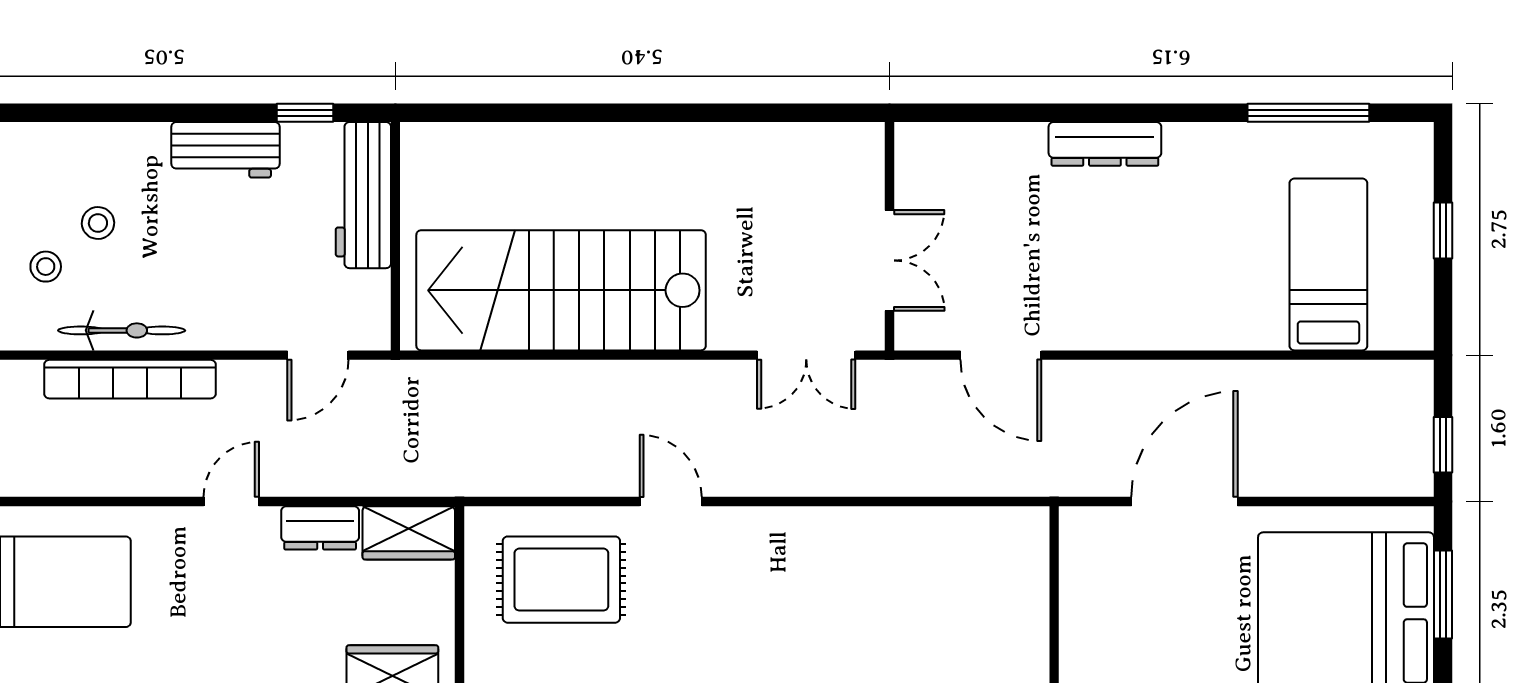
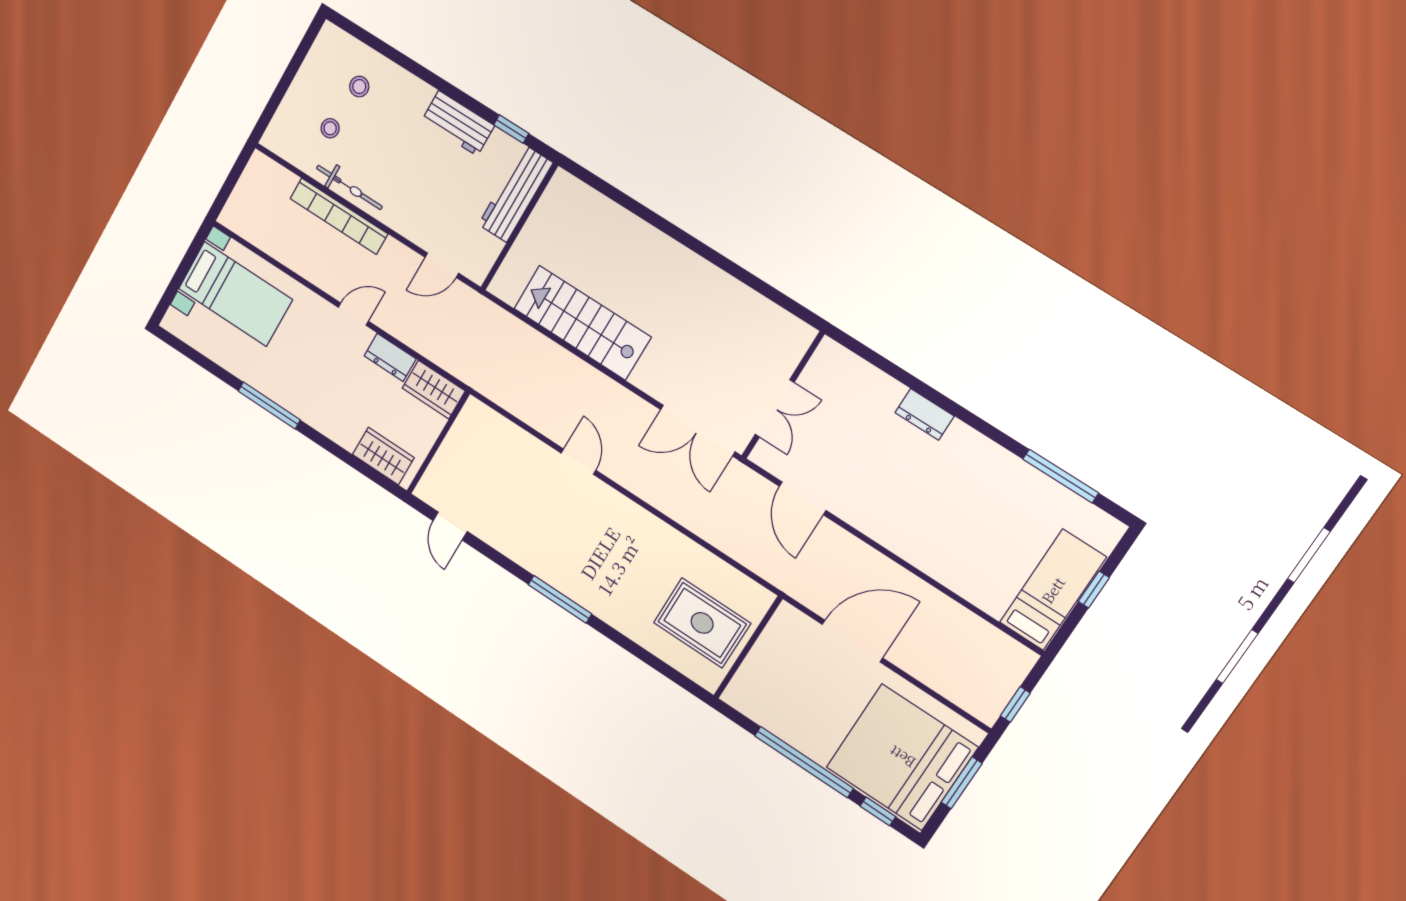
dresser: (1105, 144) -> (925, 414), width x0.70
stool: (98, 223) -> (359, 87), moved
bed: (1328, 264) -> (1053, 590), moved
stairs: (561, 290) -> (582, 323), width x0.73, depth x0.66
double door: (806, 355) -> (698, 431), width x1.37
rug: (561, 580) -> (702, 623), moved

